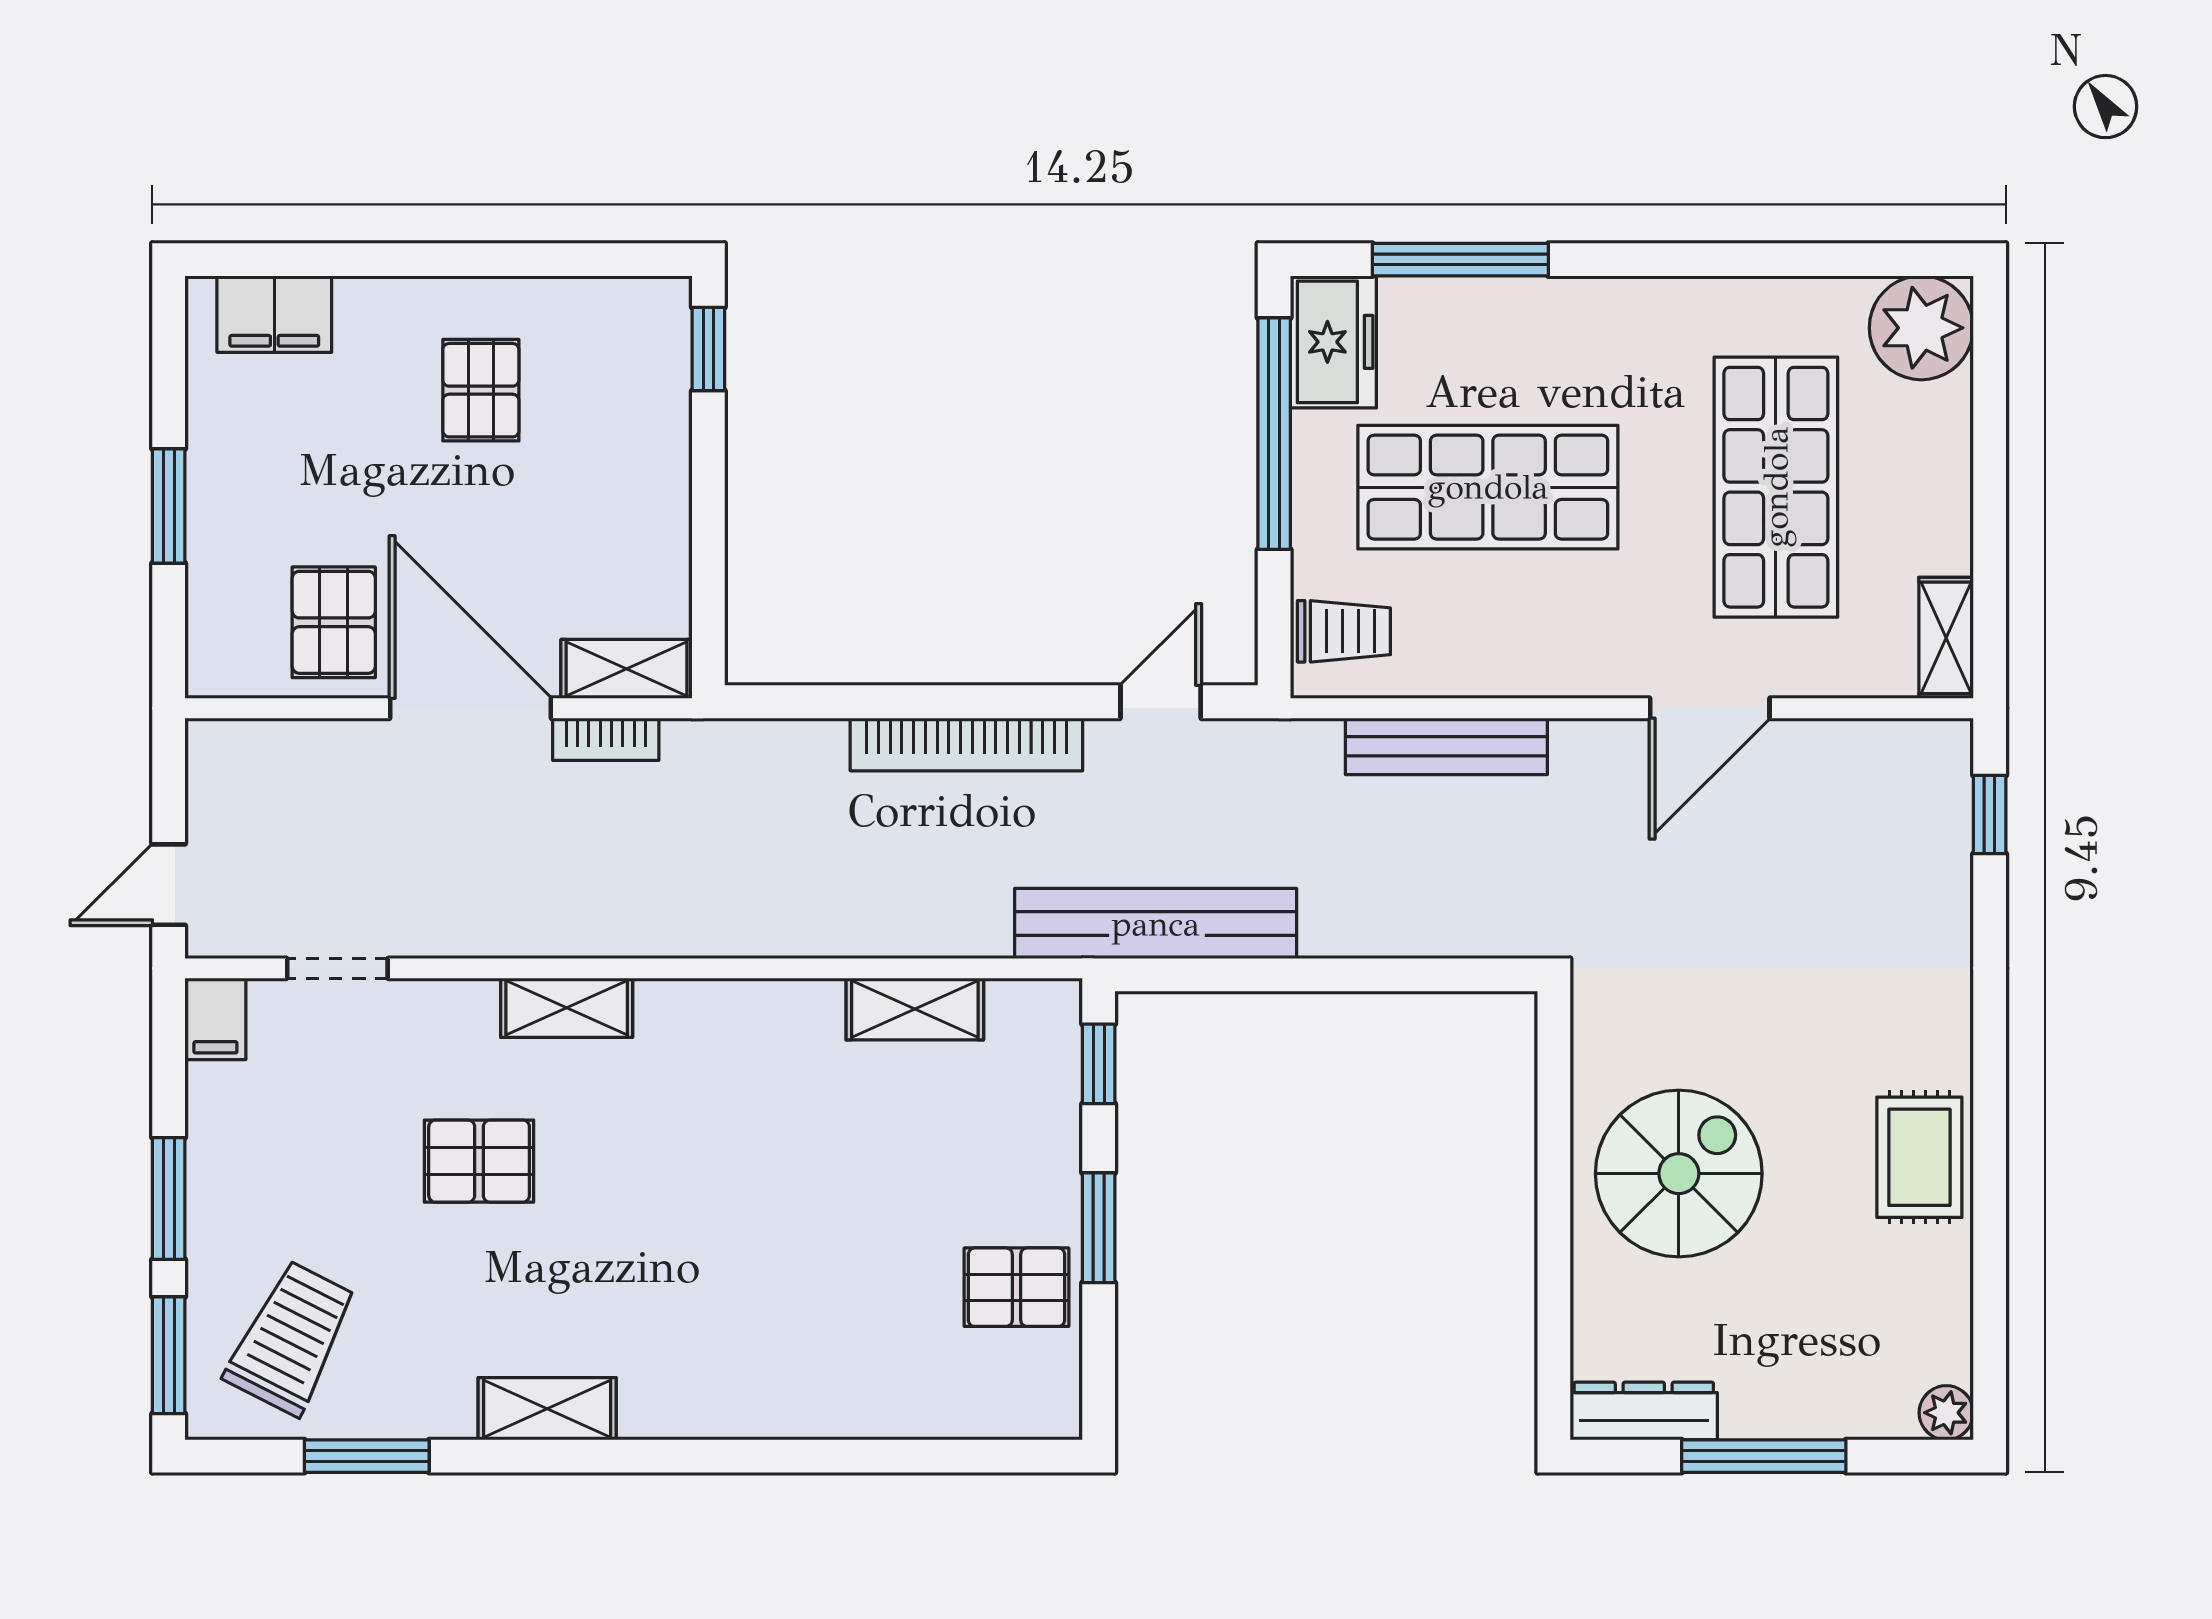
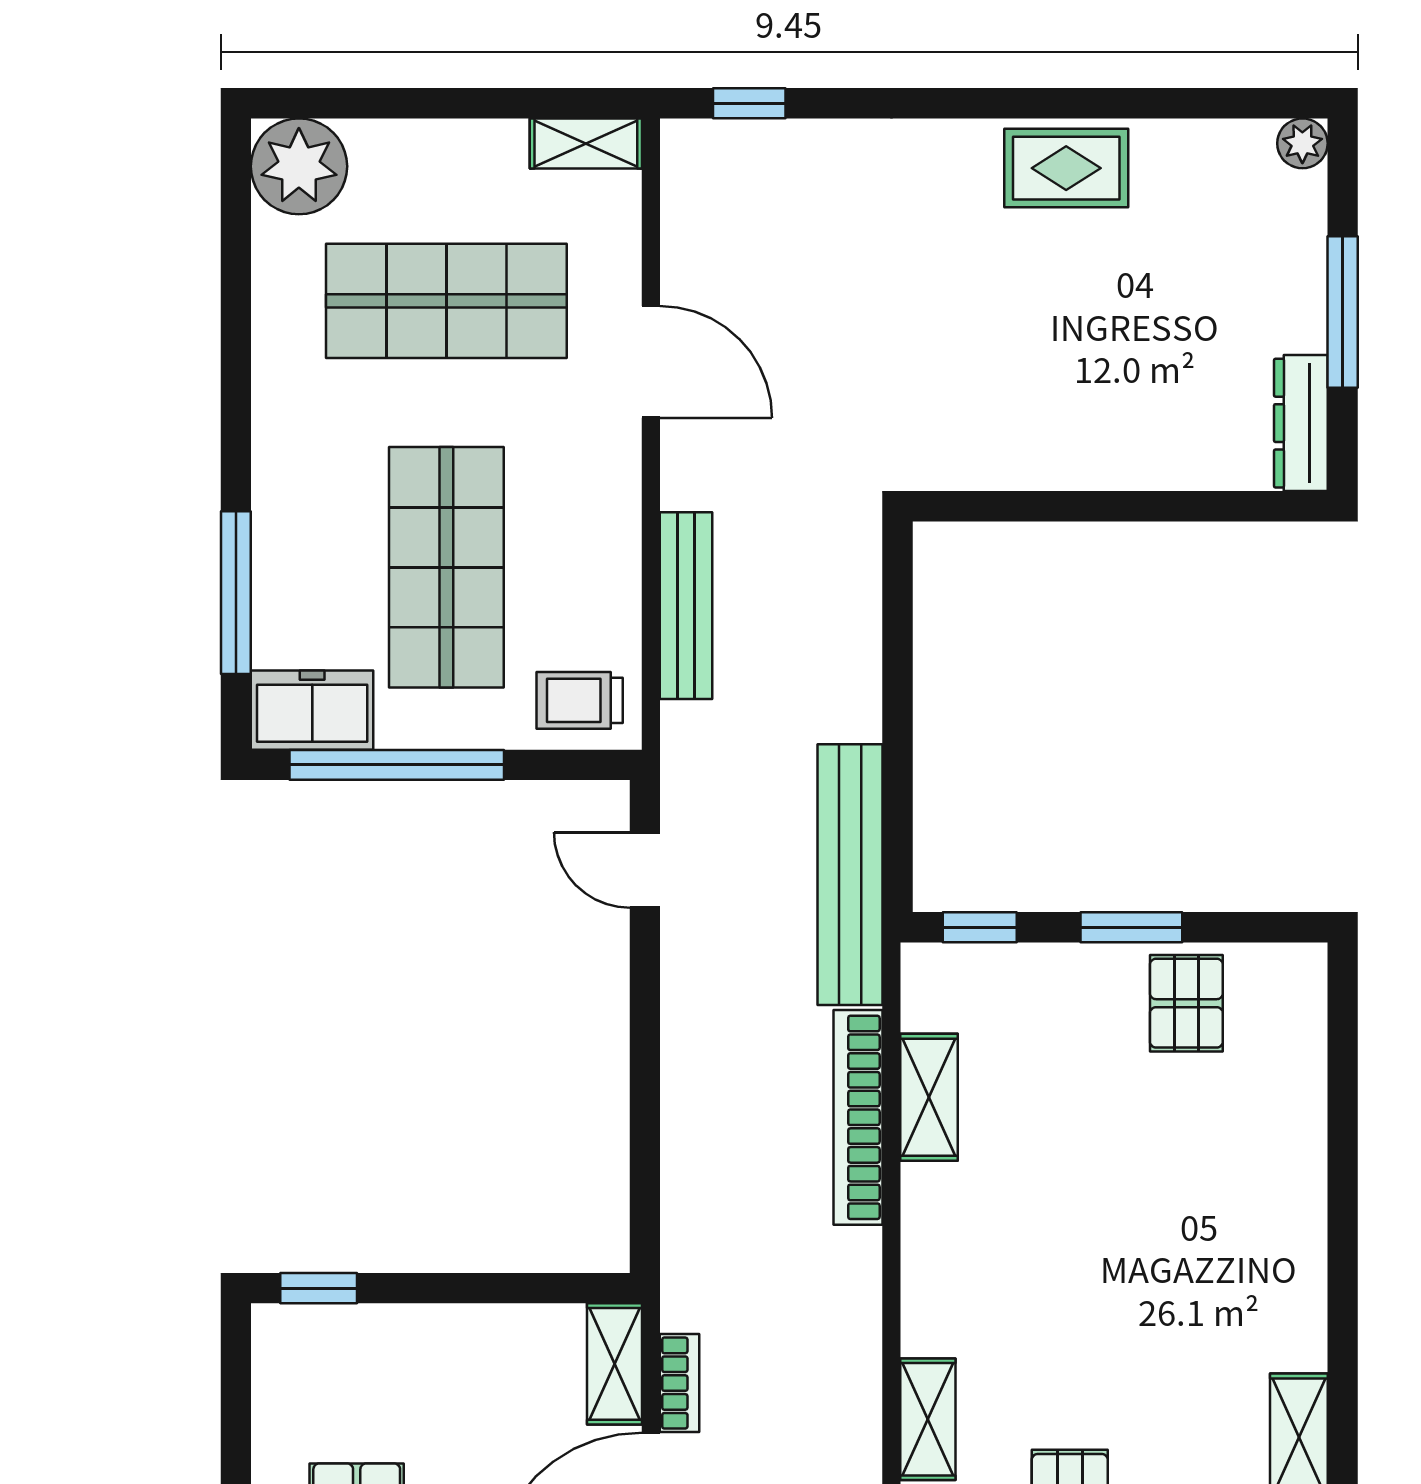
trolley: (1344, 631) -> (580, 700), turned -90
bookcase: (966, 744) -> (858, 1117), moved, turned 180
spiral stairs: (1679, 1174) -> (1081, 391), removed

